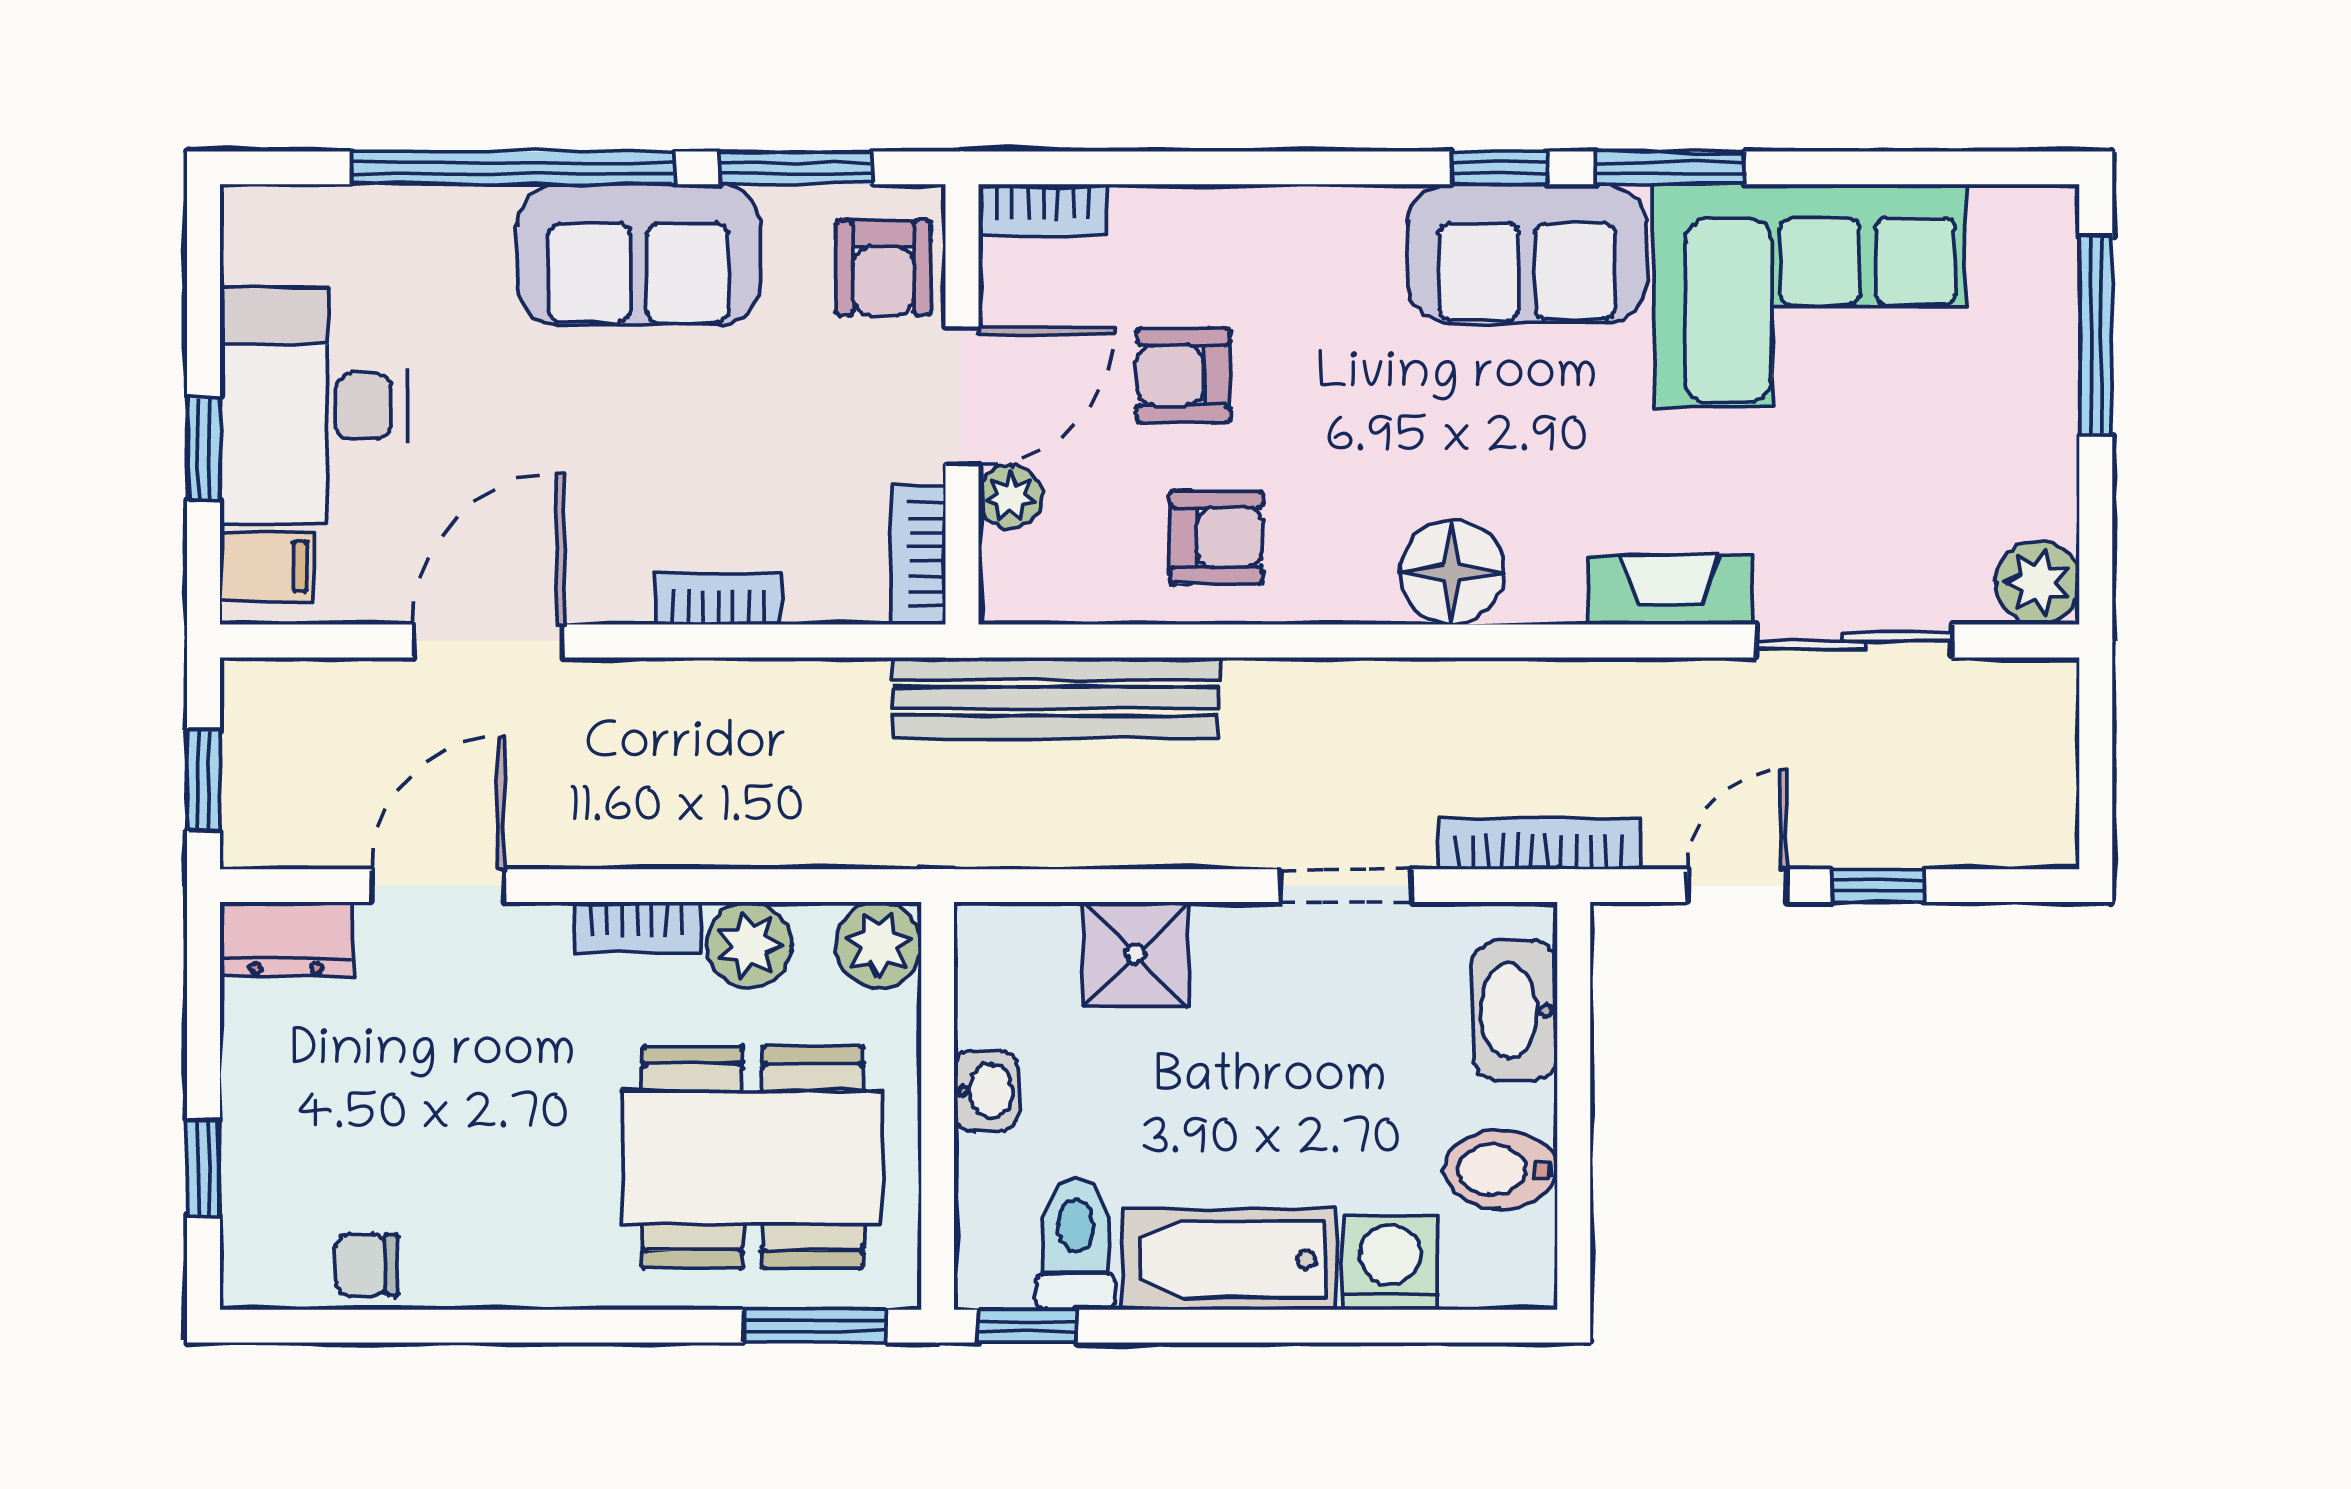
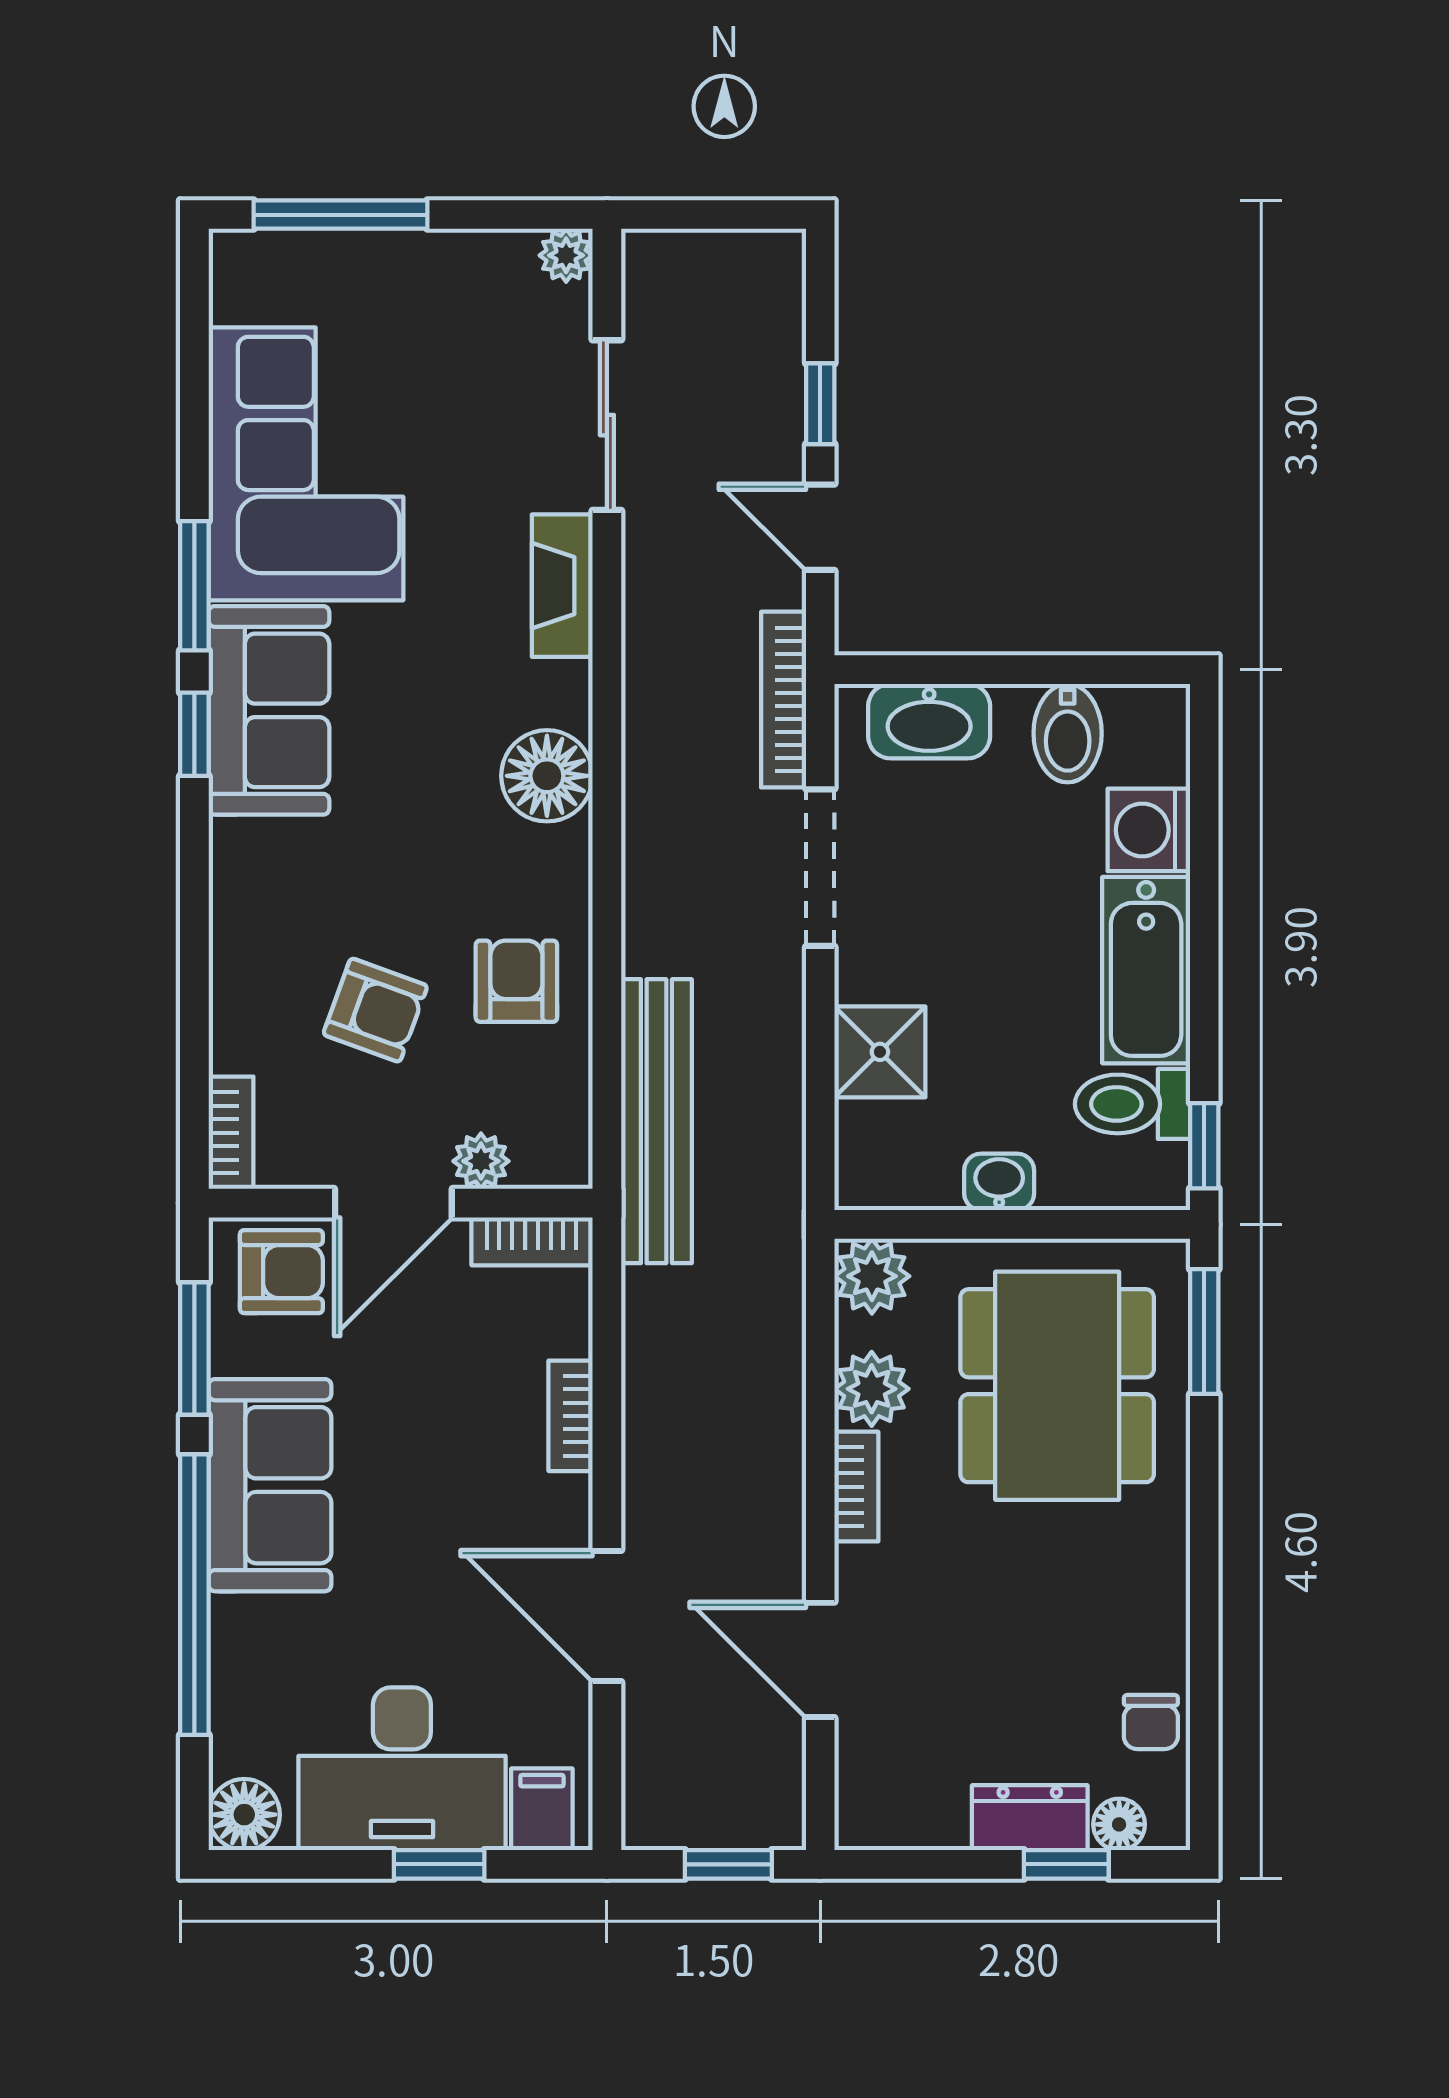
floor lamp: (261, 225) -> (244, 1815), added
armchair: (1183, 375) -> (375, 1010), turned -70
door: (962, 396) -> (393, 1203), swing flipped
plant: (2038, 583) -> (566, 255), width x0.73, depth x0.73
doorway: (1347, 886) -> (820, 868), width x1.38
dresser: (286, 939) -> (1030, 1818), moved, turned -90
floor lamp: (249, 1228) -> (1119, 1824), added

